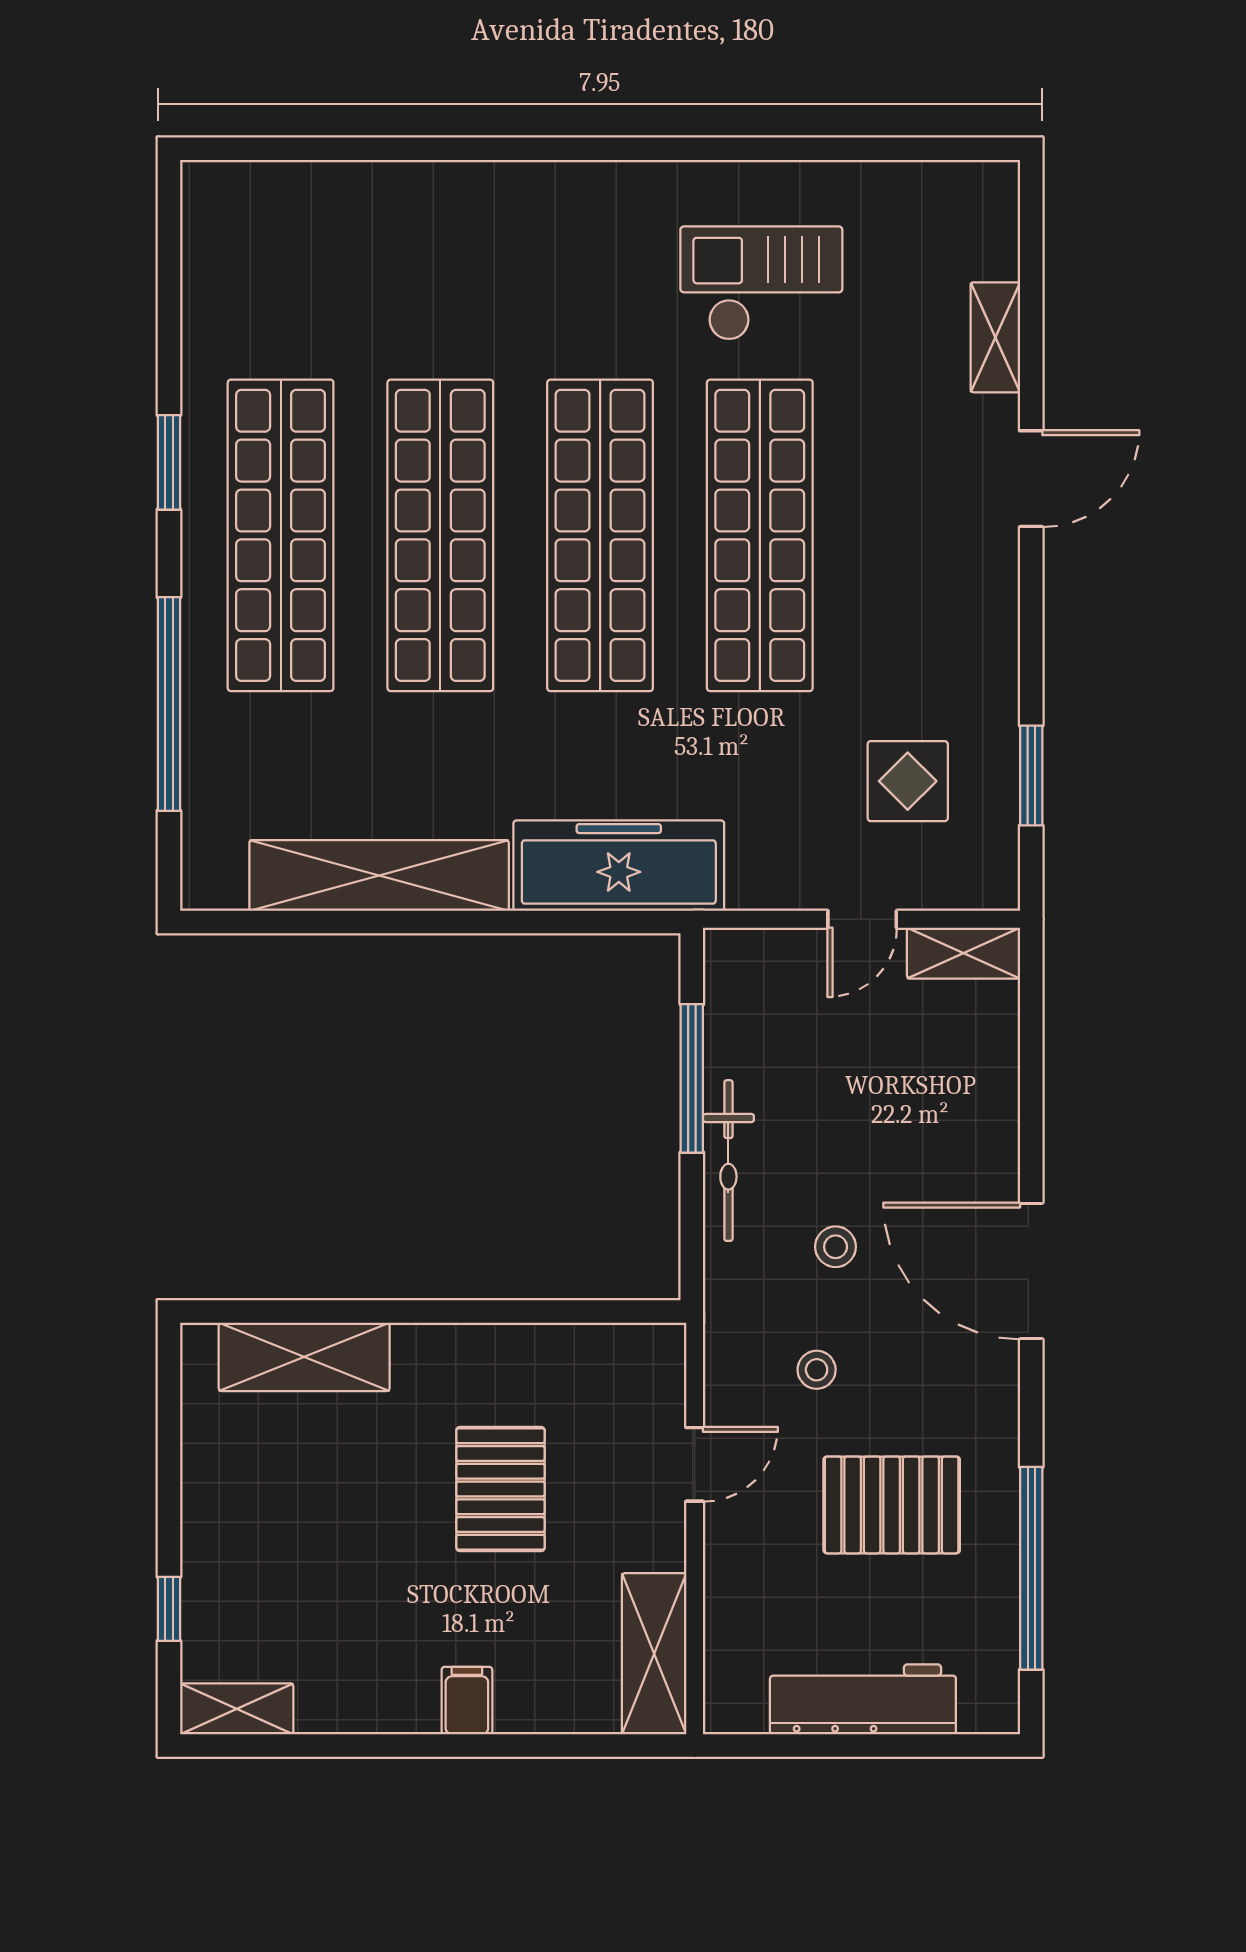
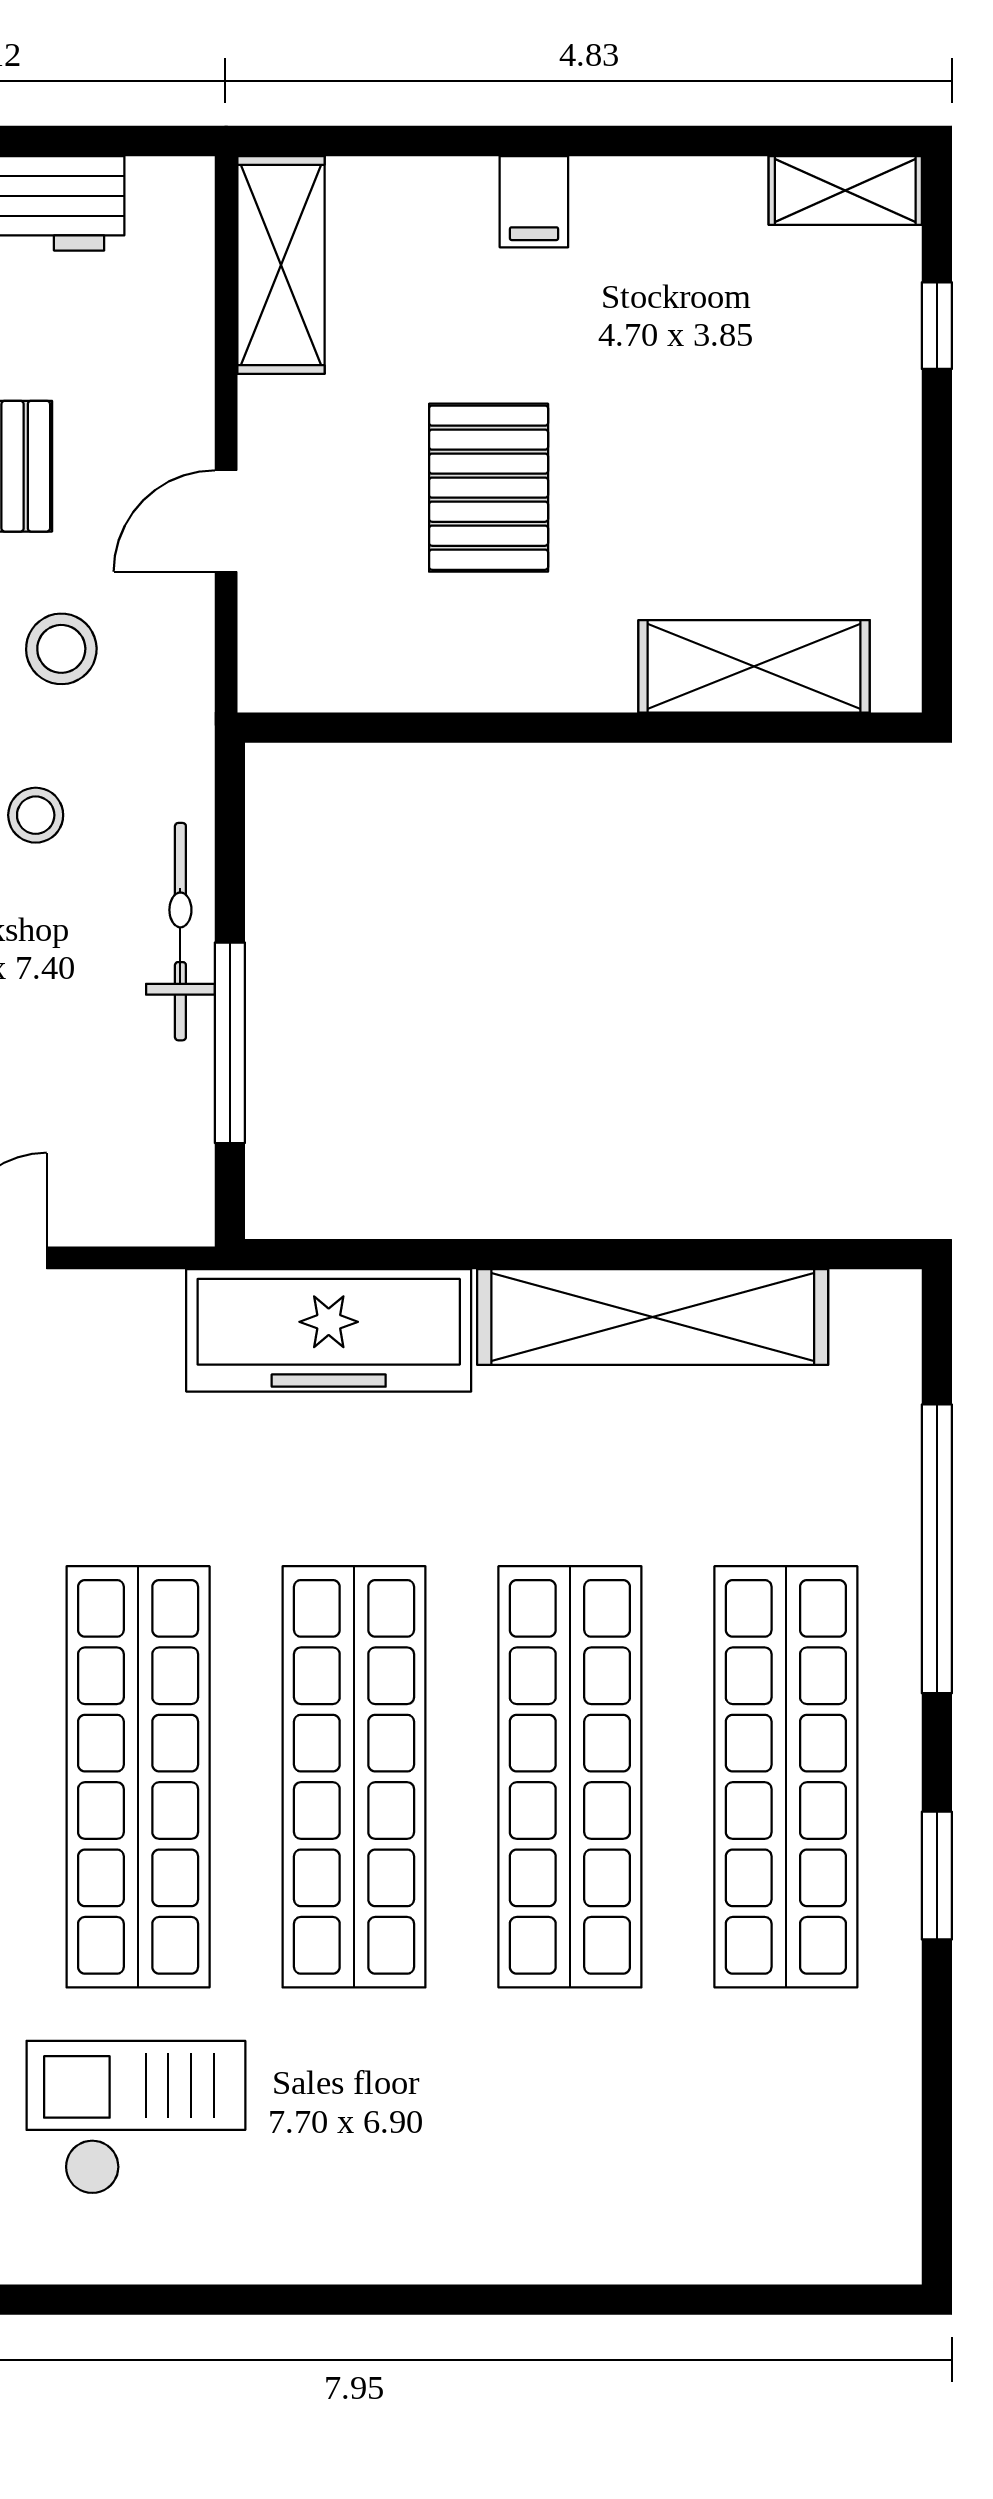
checkout: (761, 283) -> (136, 2118), turned 180
stool: (817, 1370) -> (61, 649), width x1.37, depth x1.37

